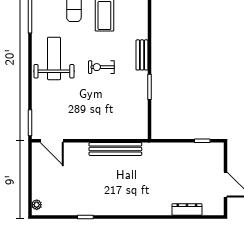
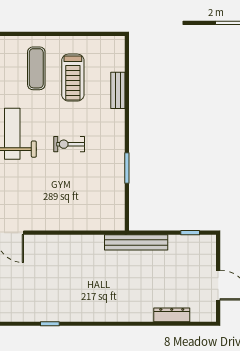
bench: (142, 55) -> (118, 90), moved
bench: (115, 149) -> (136, 242), moved

